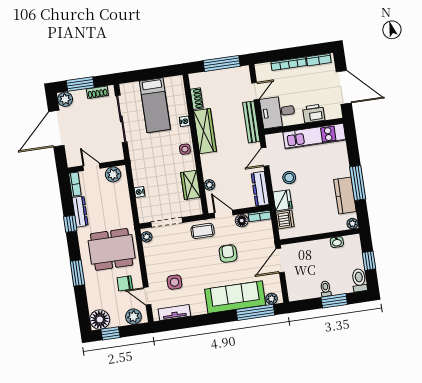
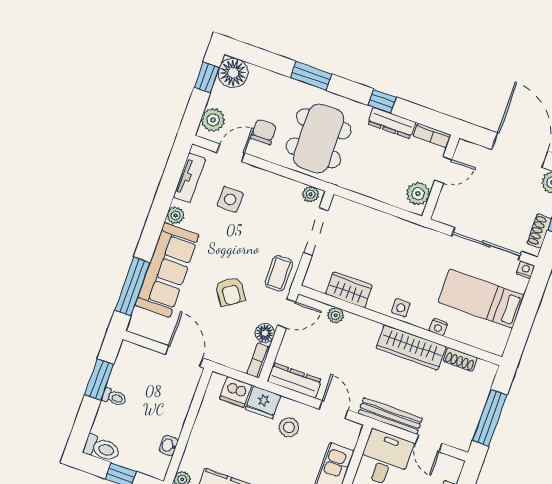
nightstand: (139, 192) -> (525, 270), moved
armchair: (228, 253) -> (230, 292), turned 56
plant: (272, 299) -> (176, 215), moved
window: (334, 301) -> (99, 380), moved

